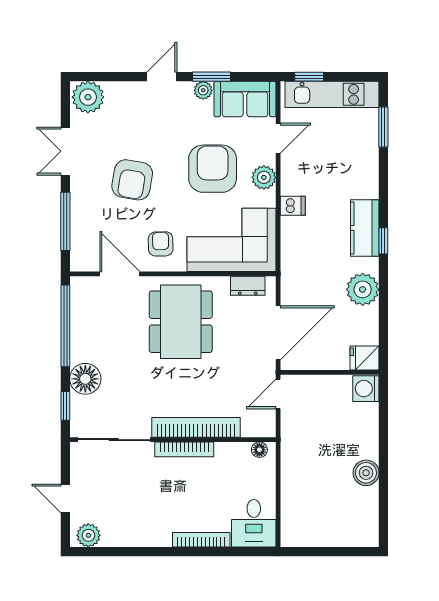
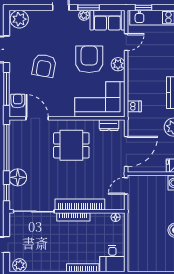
dishwasher: (293, 206) -> (134, 106), moved
armchair: (161, 244) -> (18, 101), moved
dining table: (181, 322) -> (71, 145), width x0.73

